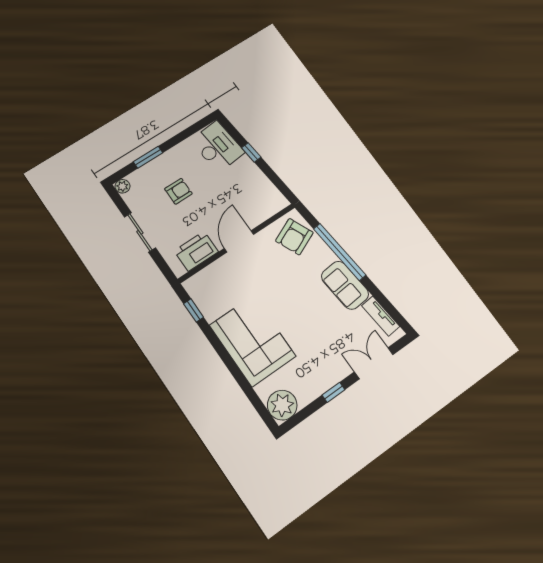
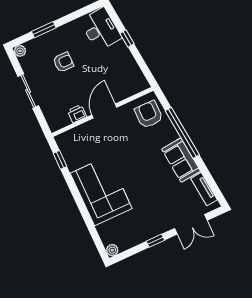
armchair: (294, 237) -> (149, 114), turned 114
printer: (196, 251) -> (77, 114), width x0.53, depth x0.68
double door: (374, 363) -> (191, 224), swing flipped
plant: (282, 405) -> (112, 250), width x0.53, depth x0.53

